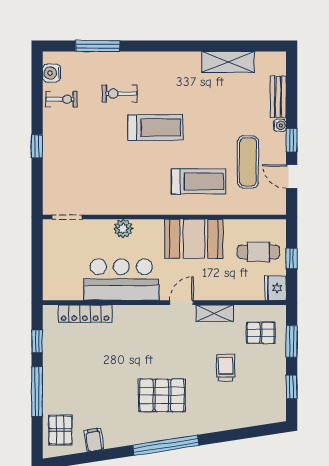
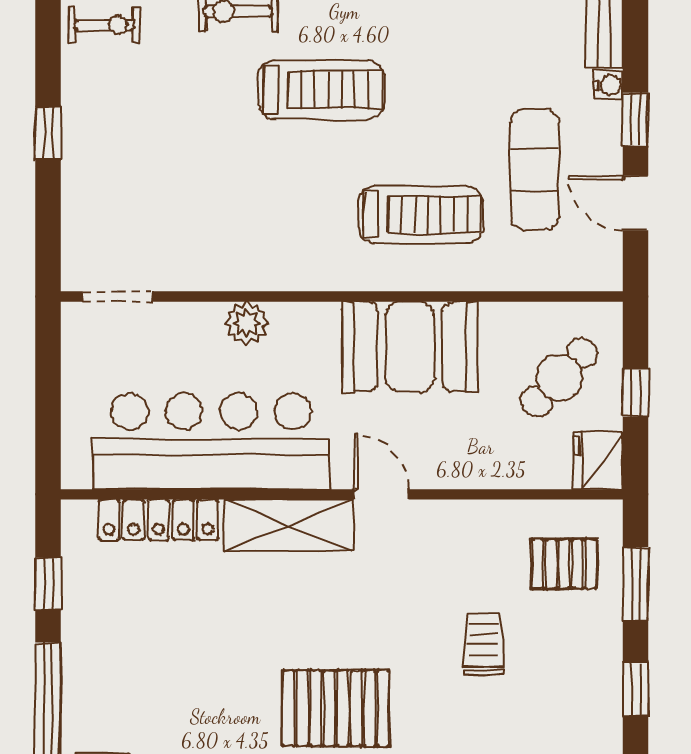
cafe table: (258, 252) -> (559, 377), turned -47
bar counter: (121, 280) -> (211, 441), width x1.36
door: (181, 303) -> (381, 494), hinge flipped
shelving: (215, 313) -> (288, 525), moved, width x1.50, depth x1.33

